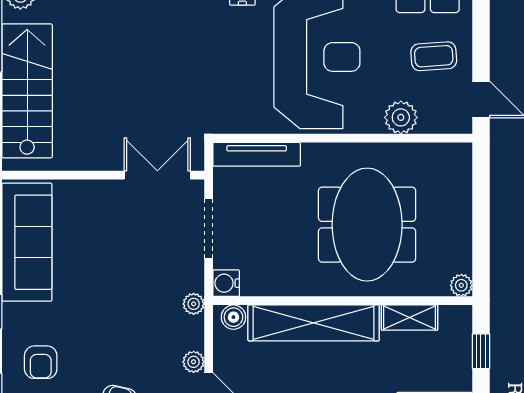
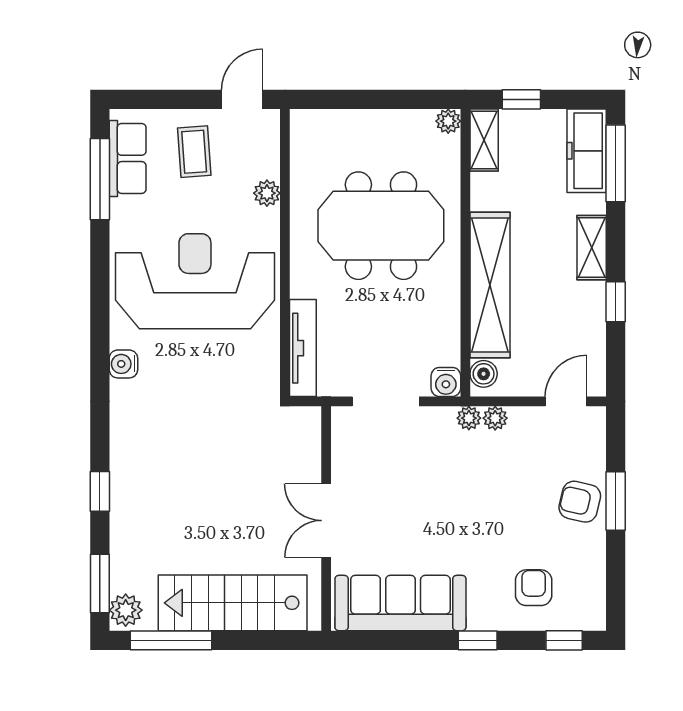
plant: (401, 117) -> (267, 193), width x0.73, depth x0.73
double door: (157, 175) -> (326, 521), moved
shelving: (410, 318) -> (484, 140), moved
armchair: (41, 362) -> (534, 588), turned -90
plant: (194, 362) -> (495, 418), moved

